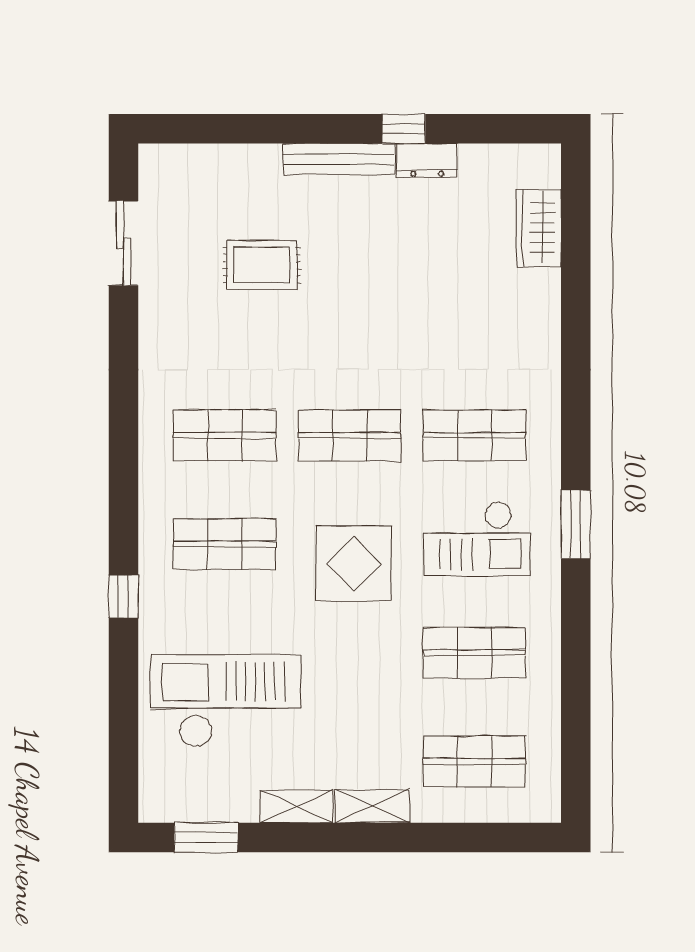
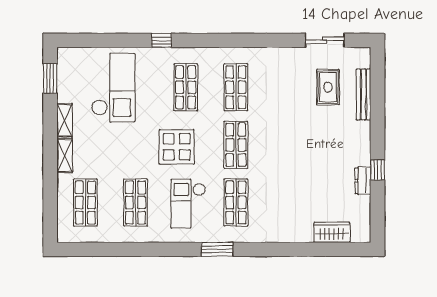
bench: (338, 159) -> (364, 94), moved
rug: (262, 265) -> (328, 87), moved
window: (576, 525) -> (217, 249), moved

